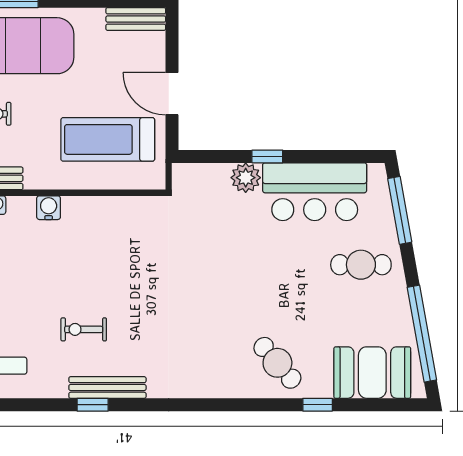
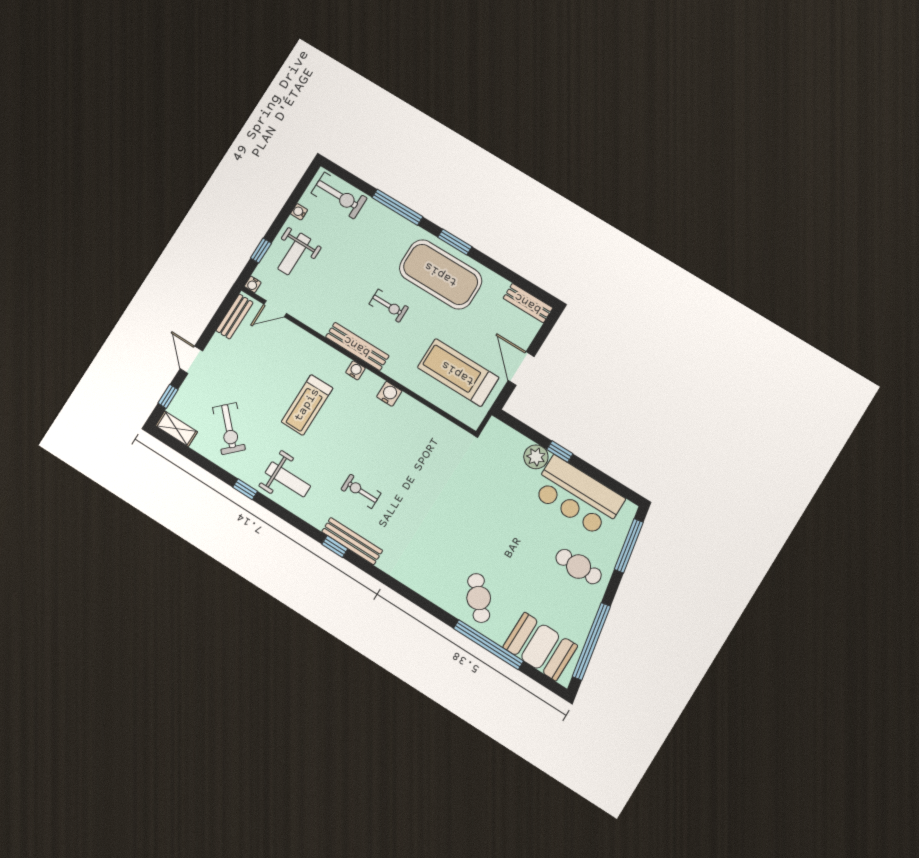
window: (318, 405) -> (488, 645), width x3.17

